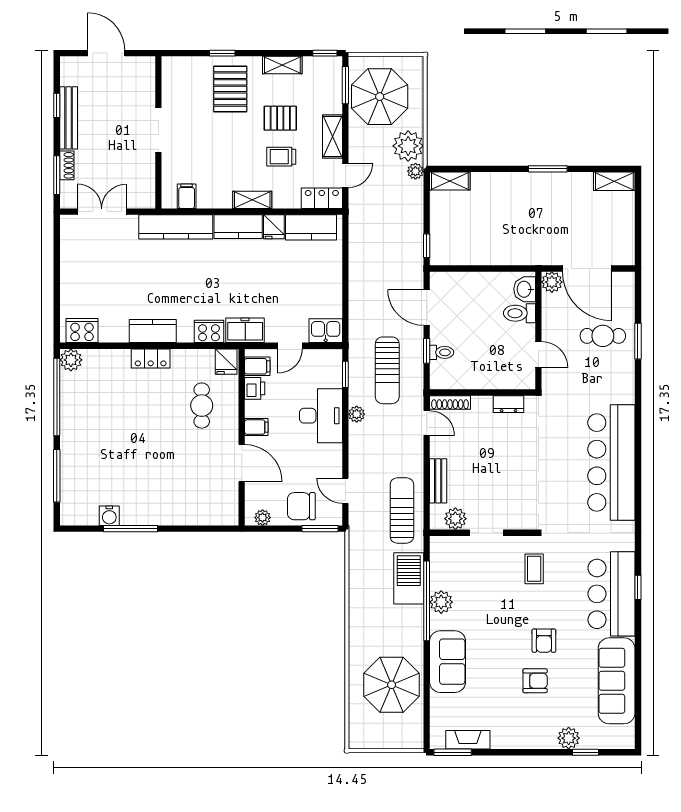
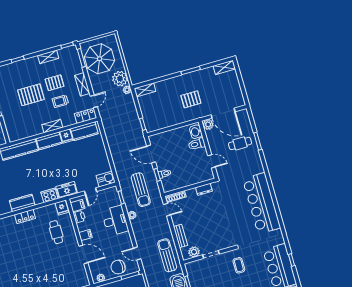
pallet: (230, 89) -> (31, 95), moved, turned 90
filing cabinet: (187, 196) -> (20, 133), removed
pallet: (533, 224) -> (191, 99), added

